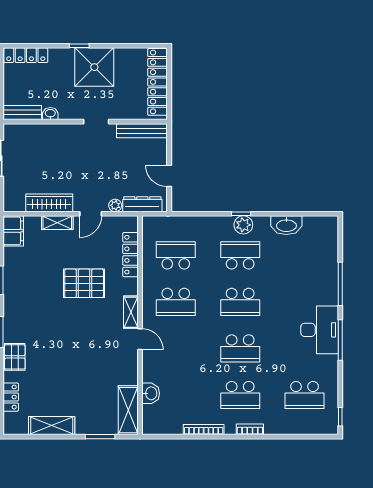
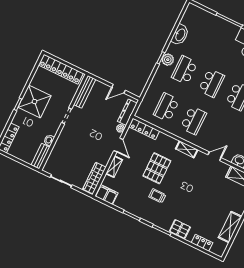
wardrobe: (49, 203) -> (94, 178), moved
locker: (130, 255) -> (144, 129), moved
trolley: (46, 303) -> (157, 196), added
door: (140, 339) -> (214, 156), moved

